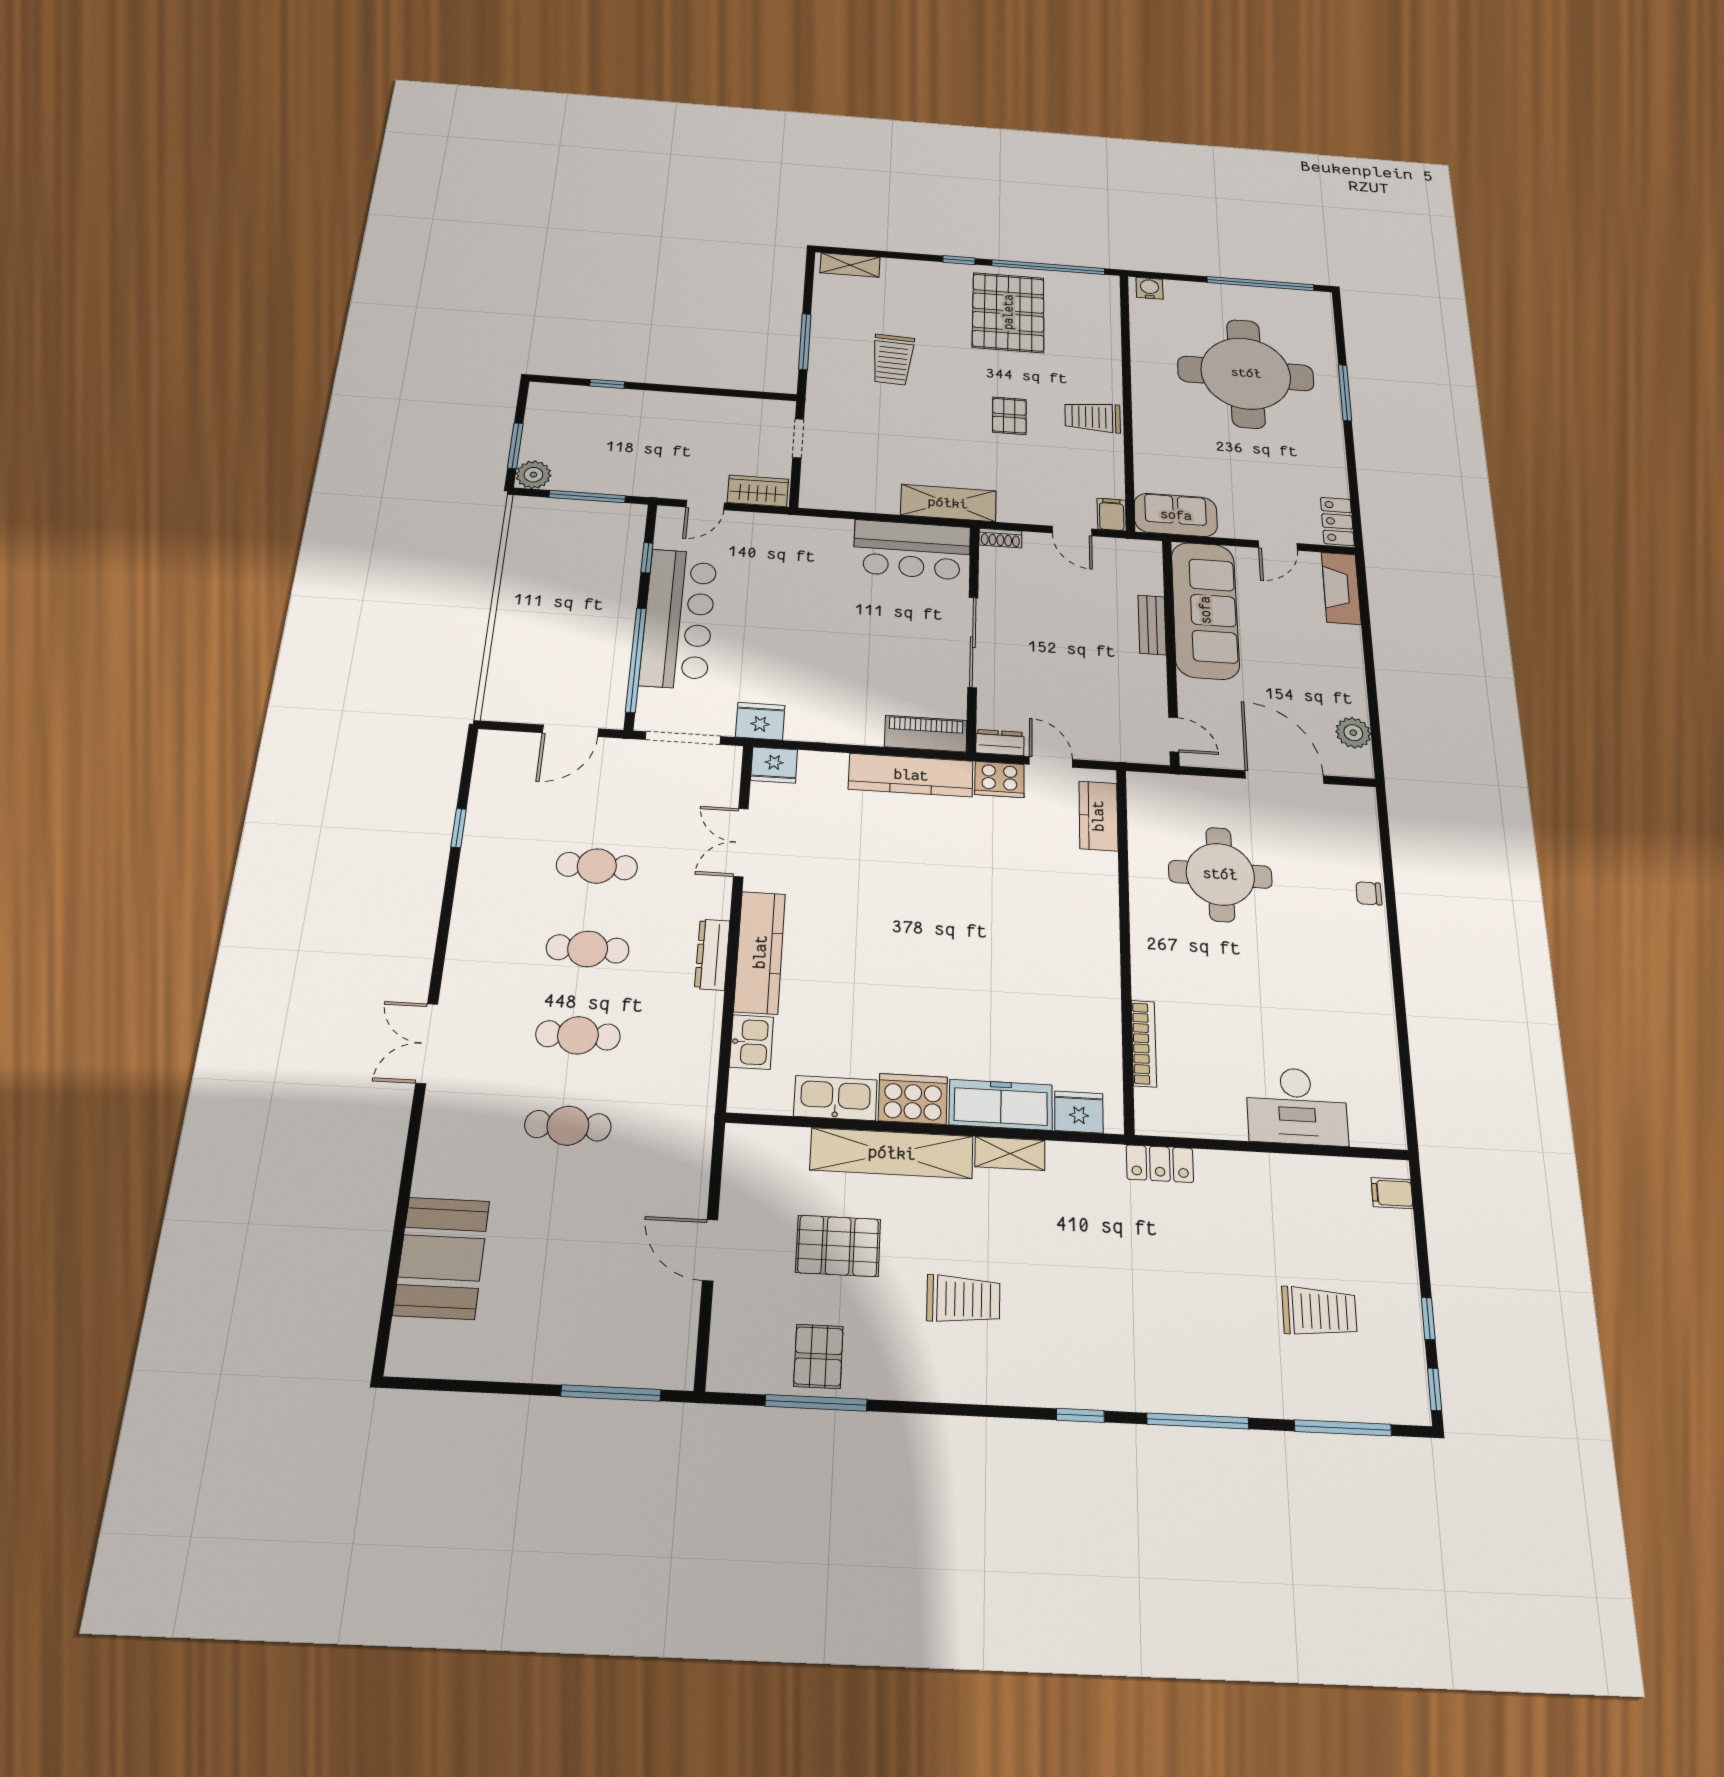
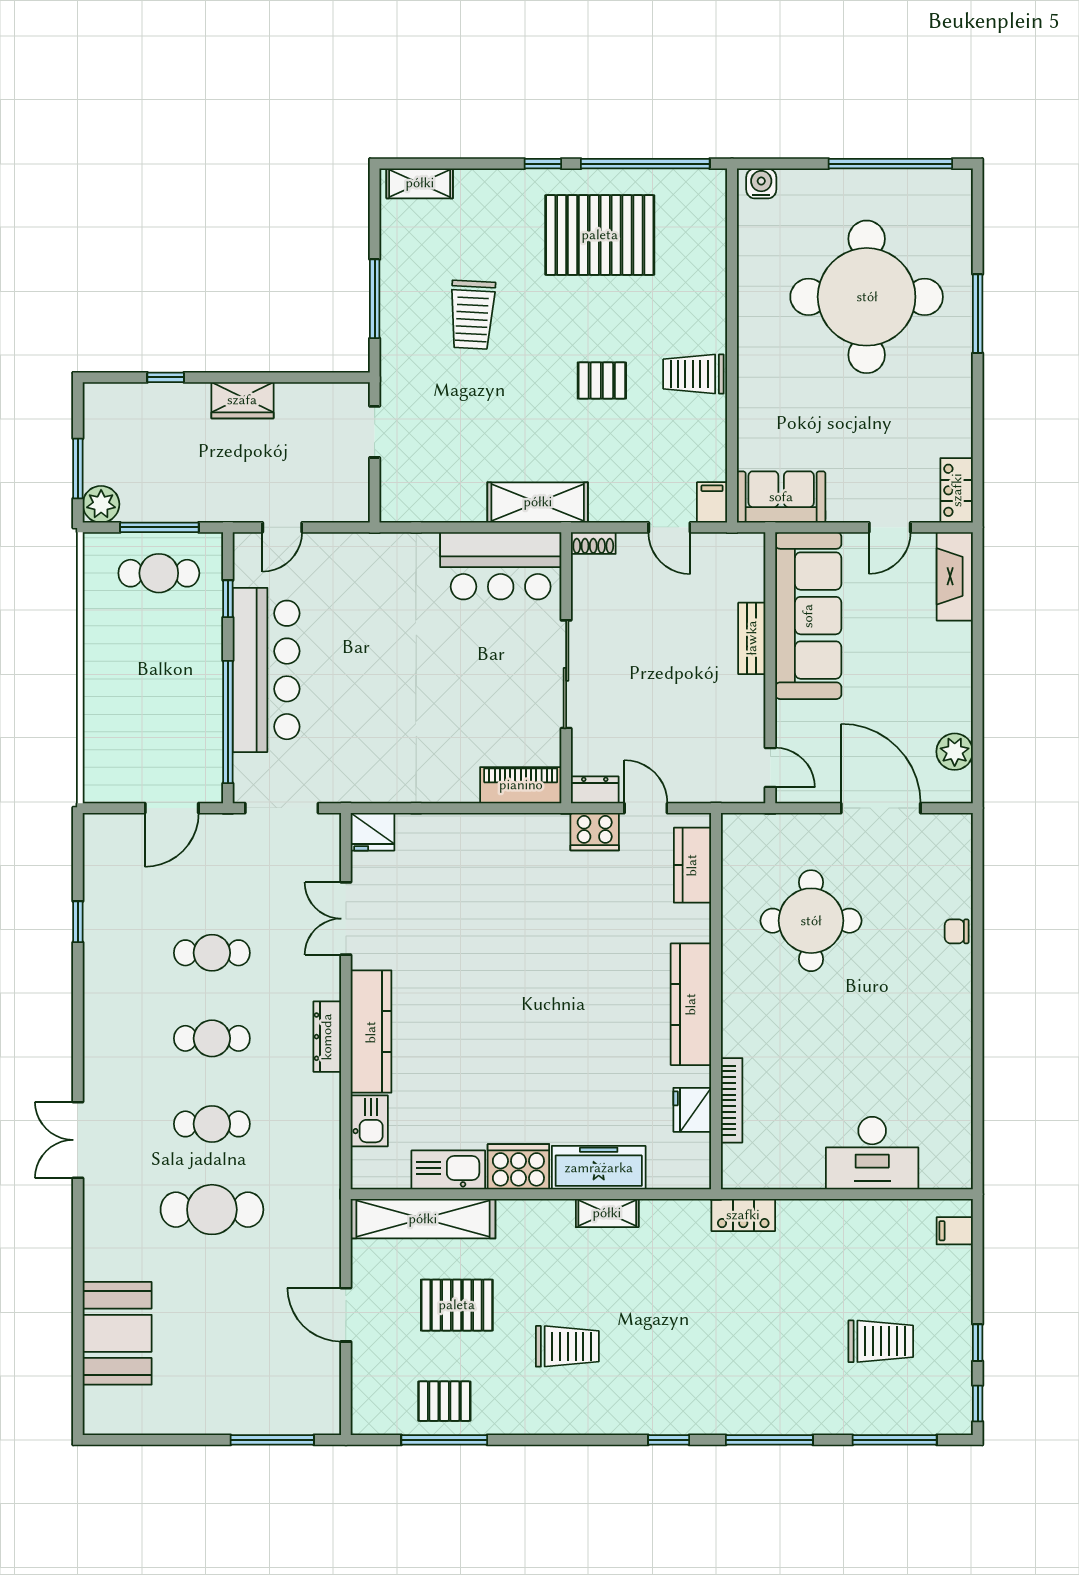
pallet: (1008, 312) -> (600, 235), turned 90
pallet: (1009, 416) -> (602, 380), turned 90
wardrobe: (758, 491) -> (242, 400), moved, turned 180
cafe table: (582, 533) -> (159, 573), added
fridge: (760, 721) -> (356, 783), removed
kitchen counter: (911, 775) -> (691, 1004), moved, turned 90
fridge: (1079, 1112) -> (692, 1110), moved, turned -90
cafe table: (568, 1126) -> (212, 1210), width x1.37, depth x1.35
shelving: (892, 1153) -> (423, 1219), moved
pallet: (818, 1356) -> (444, 1401), turned 90

